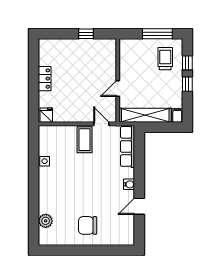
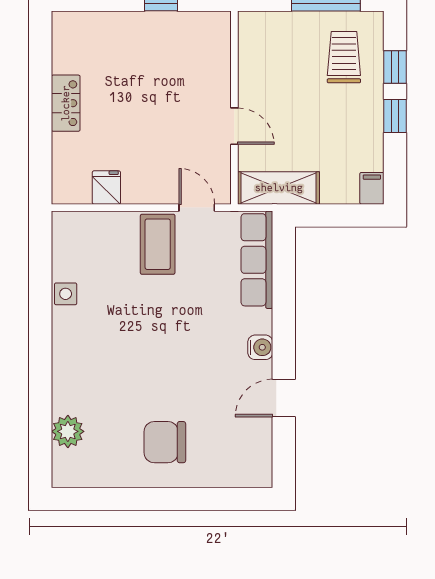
door: (118, 89) -> (234, 126), swing flipped
fridge: (46, 115) -> (106, 187), moved
shelving: (145, 115) -> (279, 188), width x0.68

